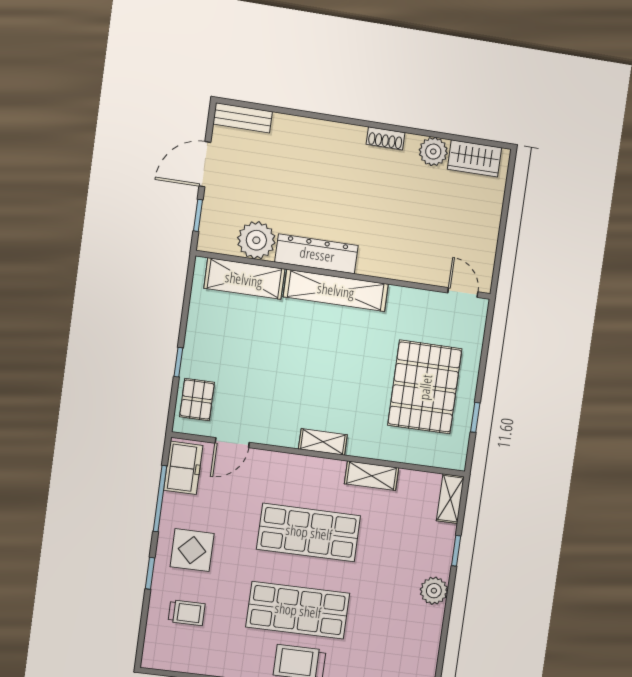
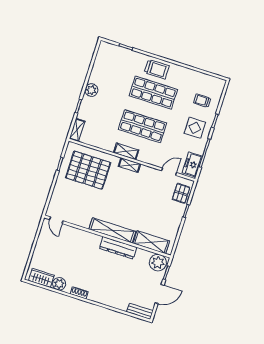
plant: (256, 240) -> (158, 263), moved
pallet: (425, 387) -> (88, 170), moved, turned 90
shelving: (372, 476) -> (126, 151), moved

